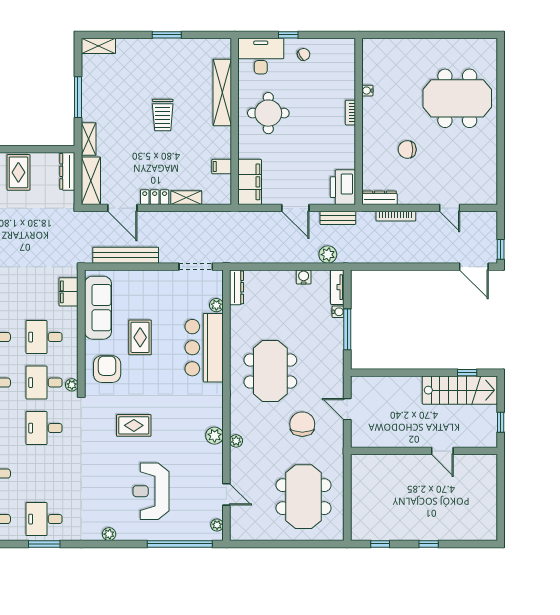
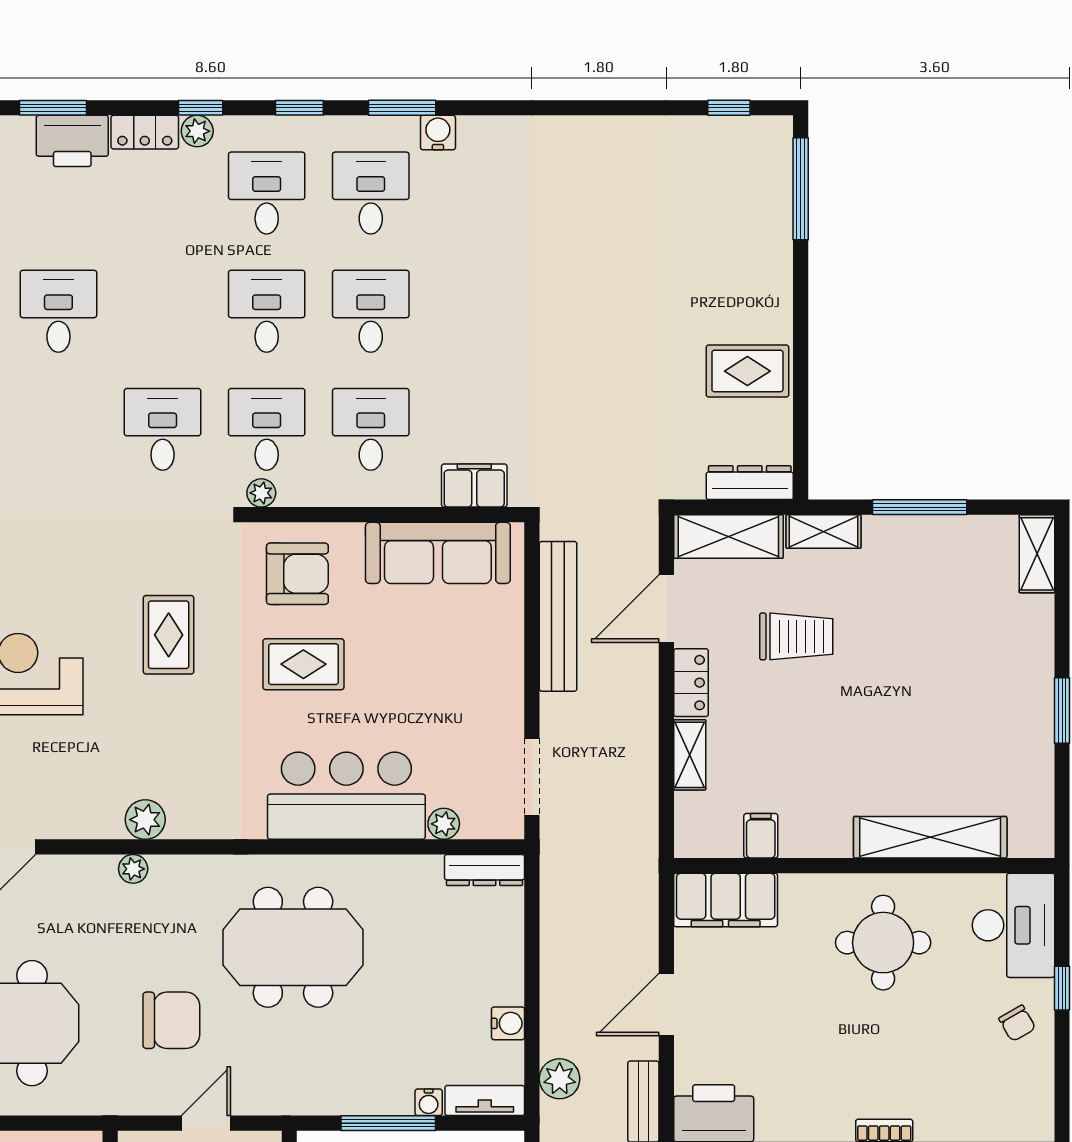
trolley: (163, 115) -> (796, 636), moved, turned 180
rug: (140, 337) -> (303, 664), moved

